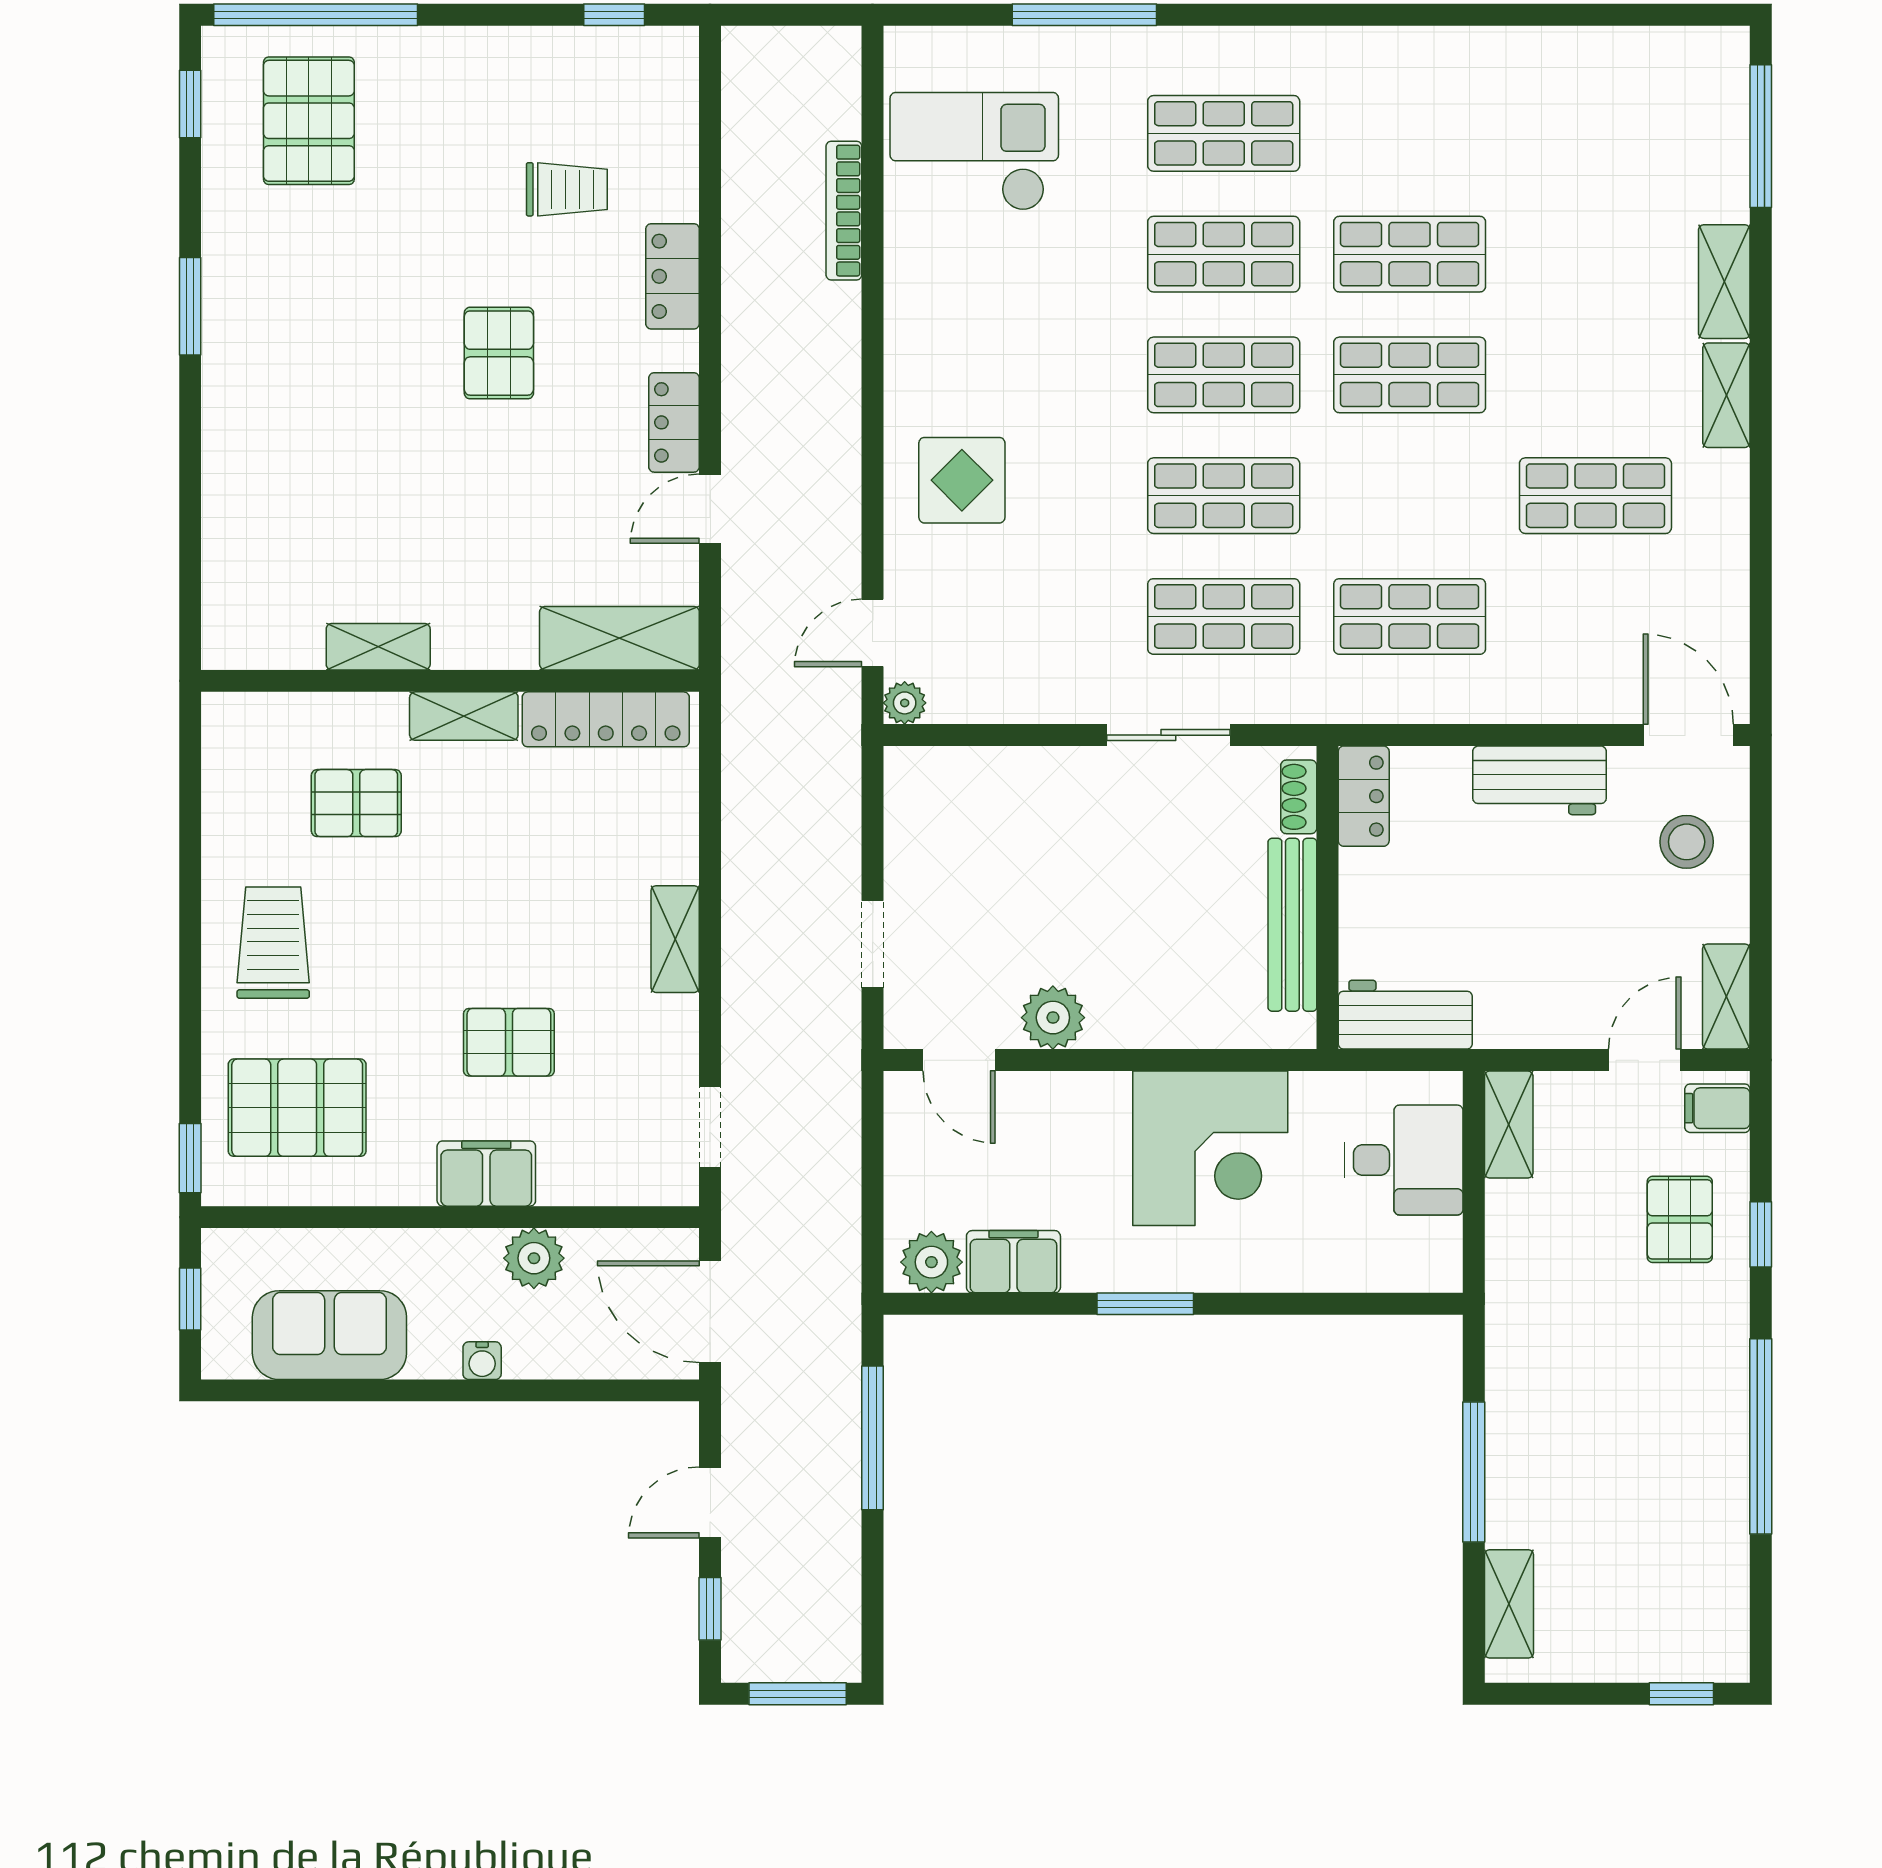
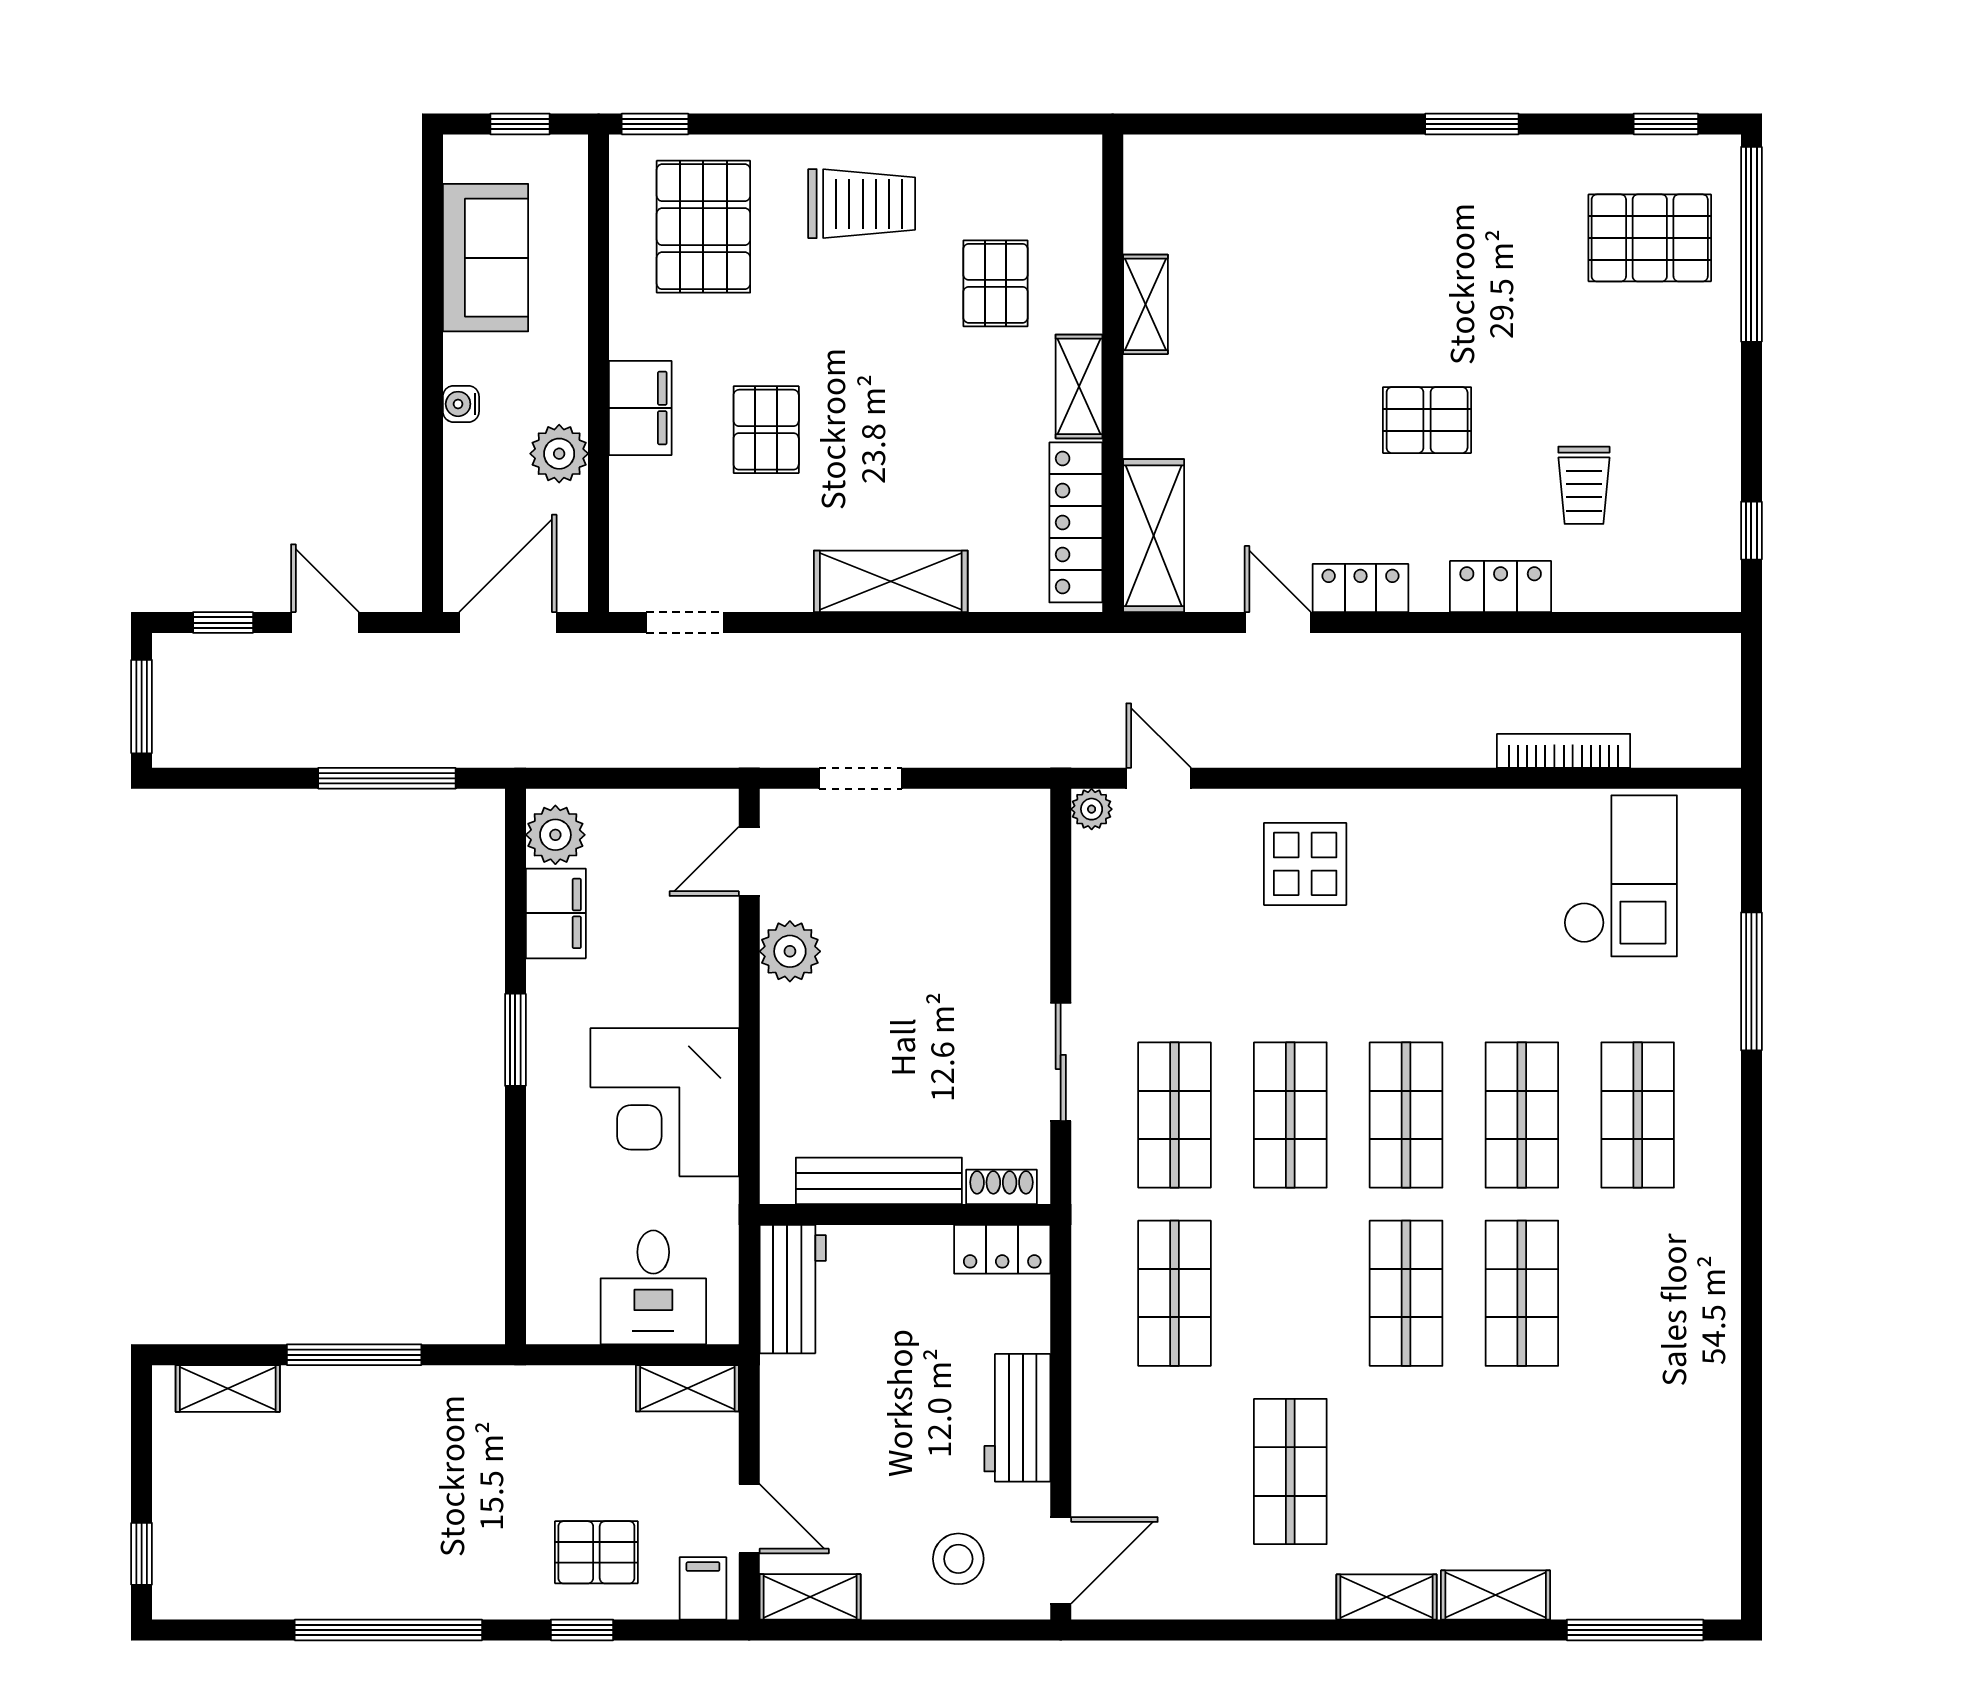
shelving: (675, 939) -> (891, 581), width x1.50, depth x1.33

